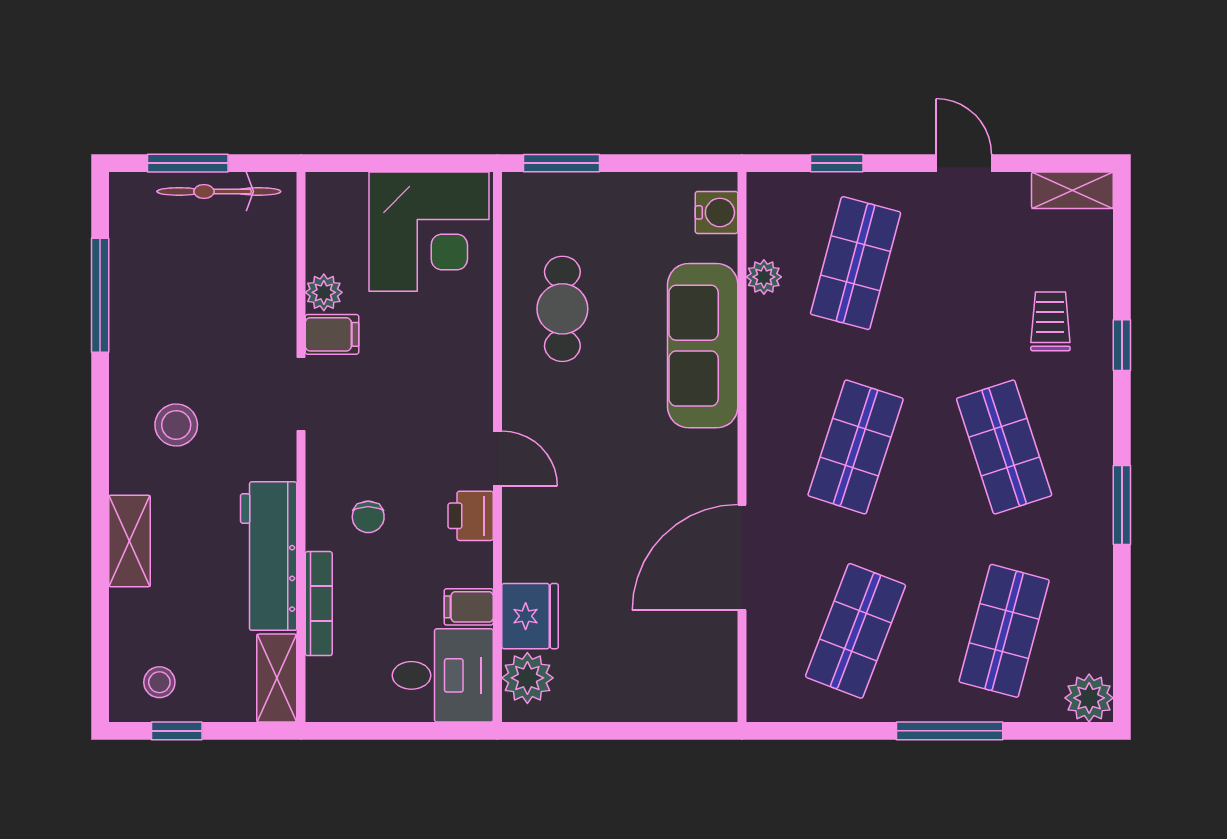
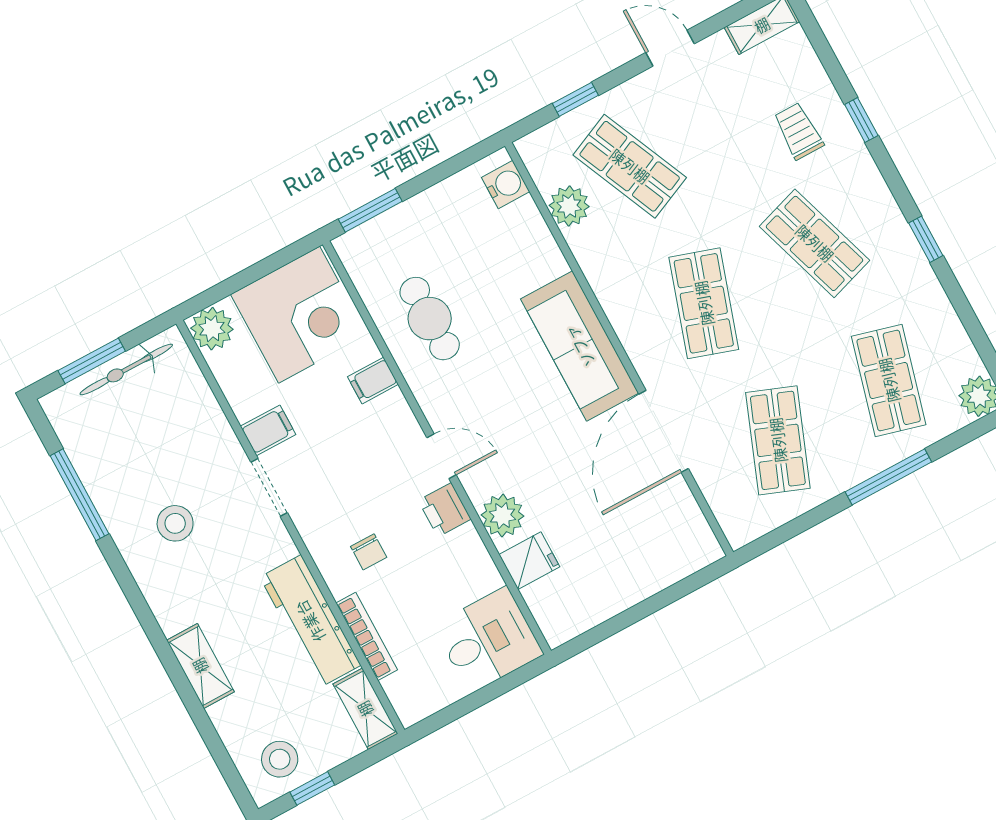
shop shelf: (856, 263) -> (630, 166), turned -39
plant: (764, 277) -> (569, 206), width x1.38, depth x1.38
plant: (324, 292) -> (212, 329), moved, width x1.38, depth x1.38
sofa: (703, 346) -> (580, 346), moved
stool: (176, 425) -> (175, 523), moved
window: (1122, 505) -> (926, 239), width x0.67
filing cabinet: (469, 607) -> (373, 381), moved
fridge: (530, 616) -> (529, 561), width x0.72
plant: (527, 678) -> (502, 516), moved
stool: (159, 682) -> (280, 759), width x1.37, depth x1.37

